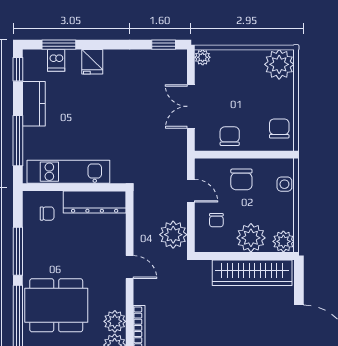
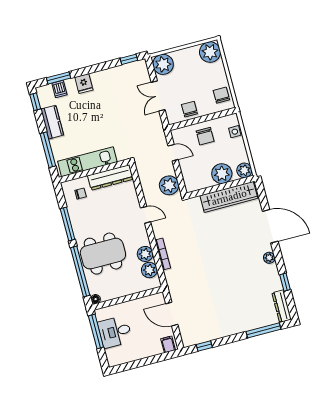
plant: (203, 57) -> (163, 64), width x1.88, depth x1.88
chair: (216, 220) -> (195, 168), removed

